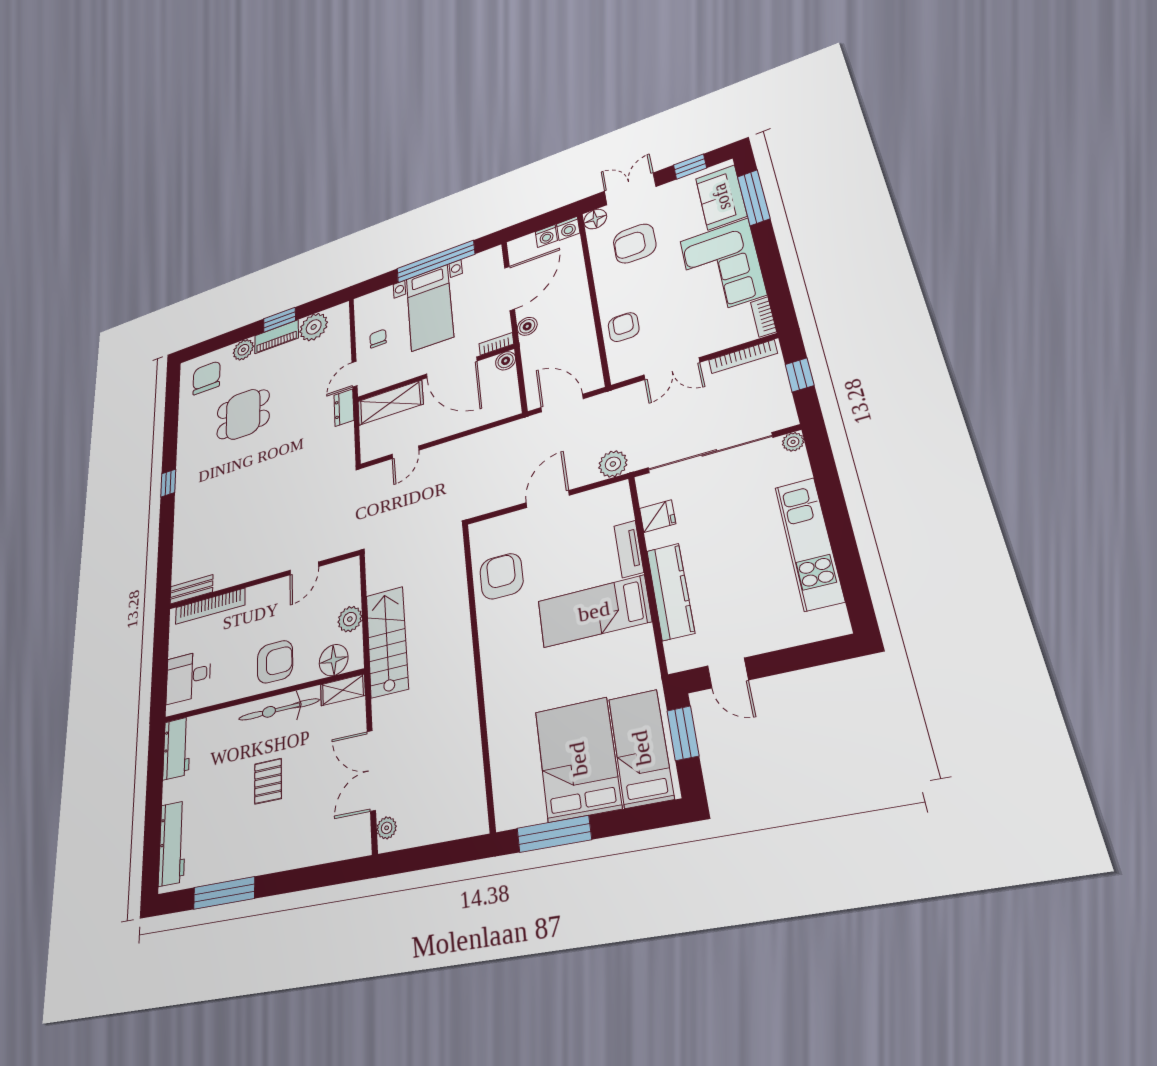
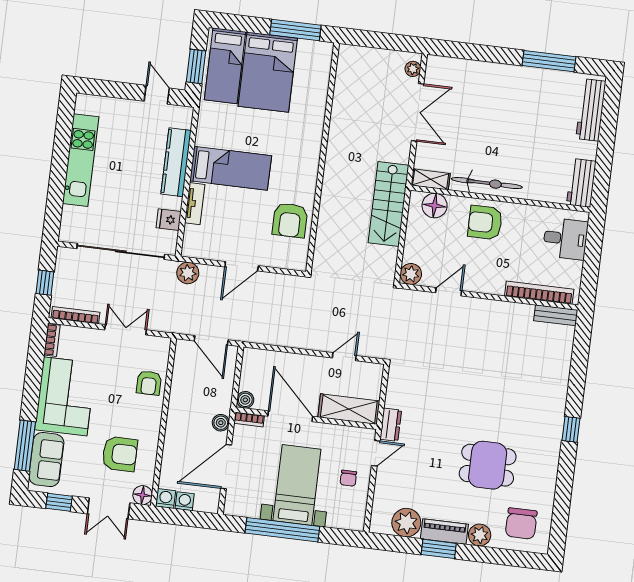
plant: (793, 442) -> (66, 235), removed
plant: (350, 619) -> (411, 274), moved
pallet: (268, 781) -> (503, 131), removed

